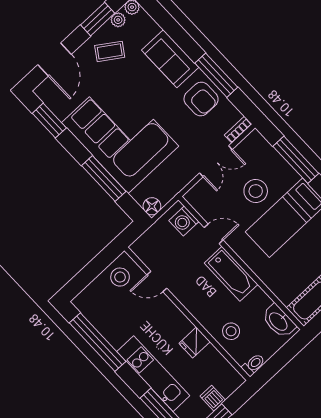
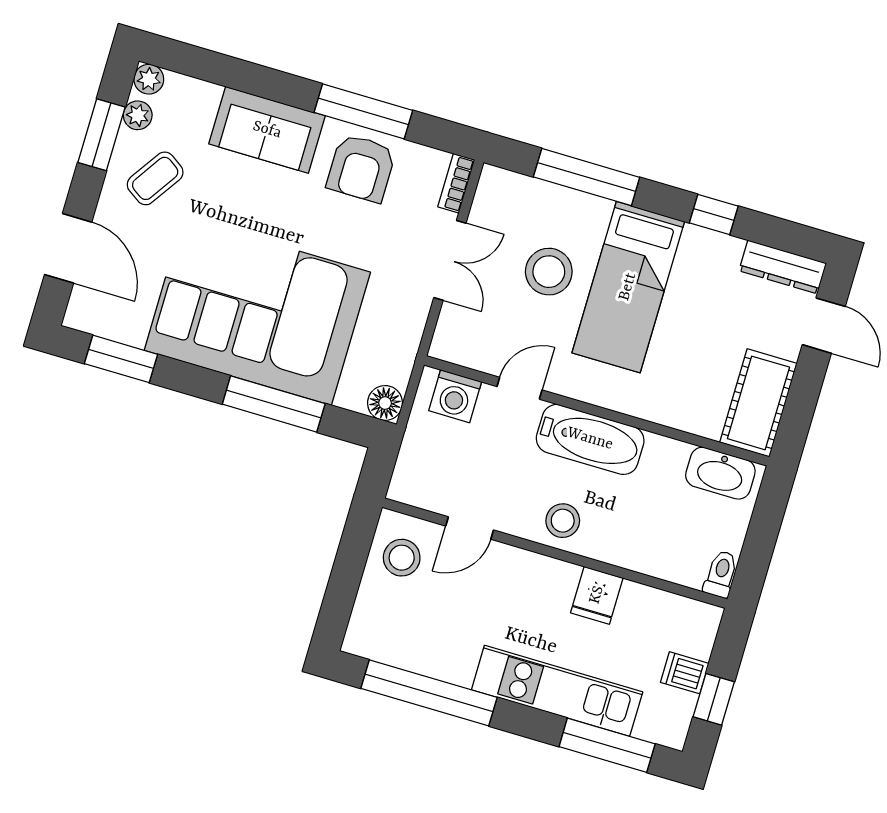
armchair: (201, 99) -> (361, 168), turned 90
stool: (231, 331) -> (563, 521), moved

